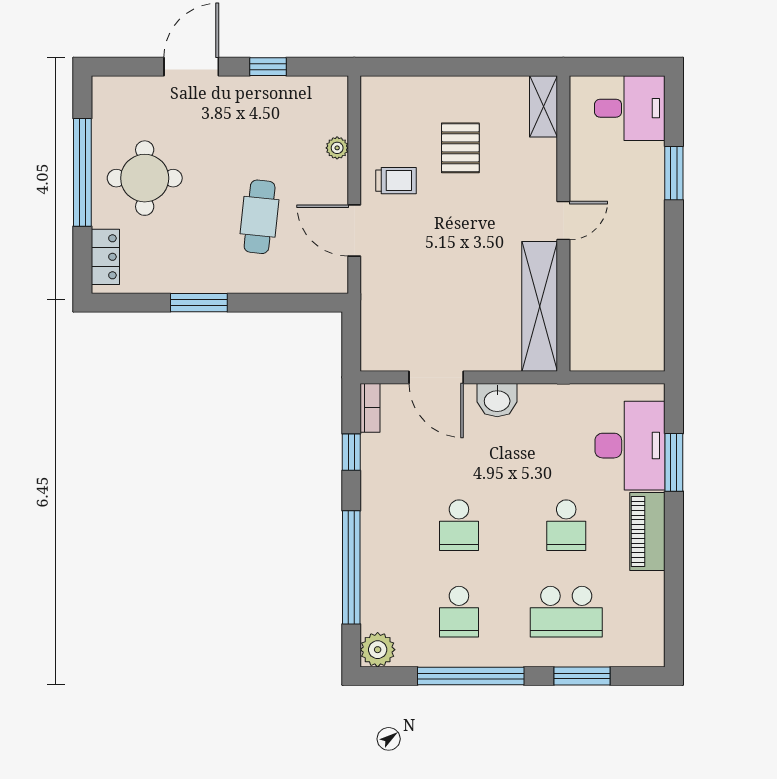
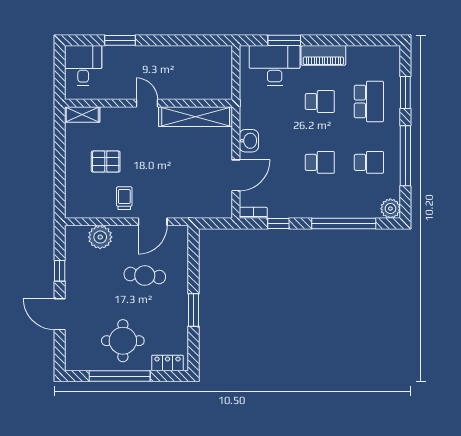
plant: (337, 148) -> (100, 237), width x1.88, depth x1.88

